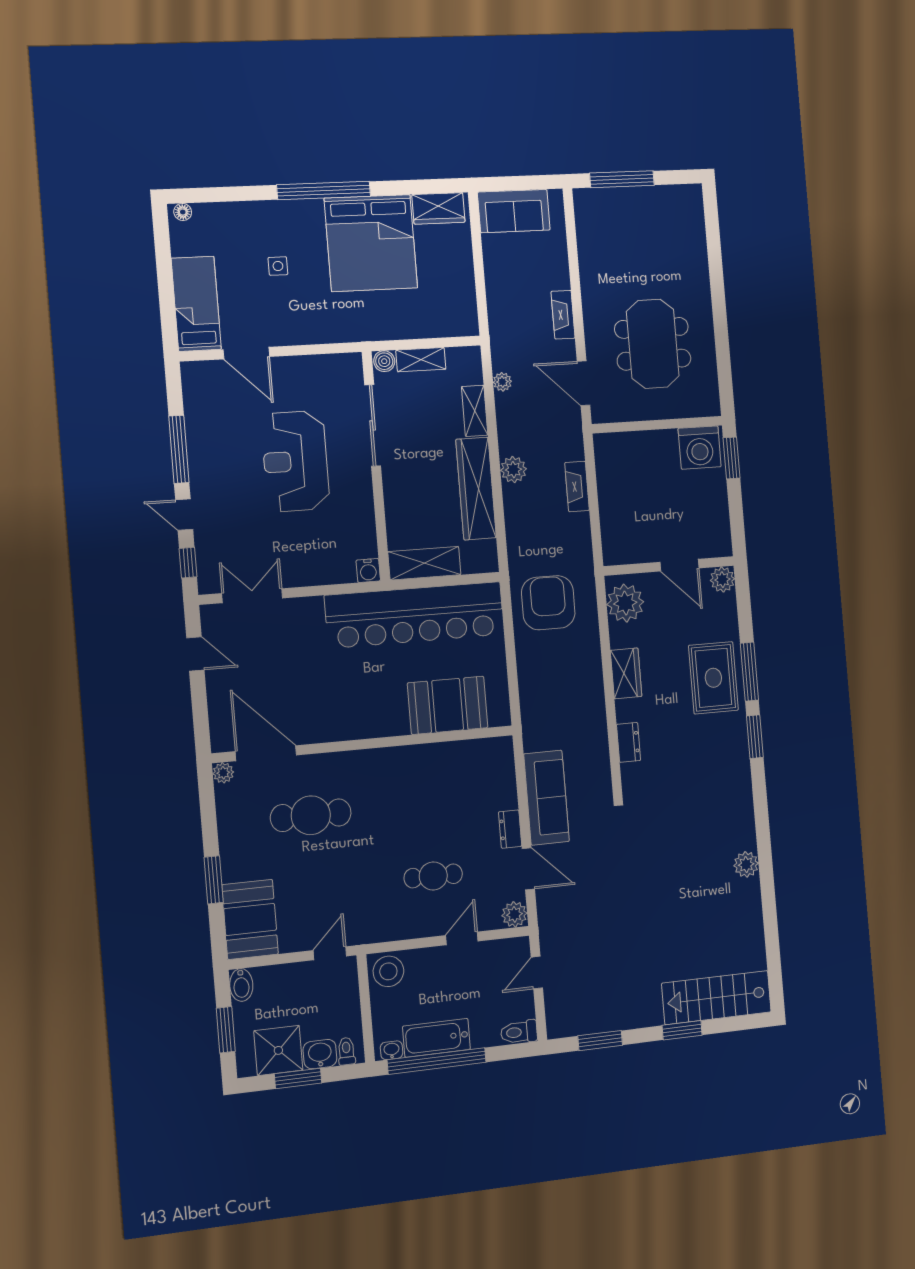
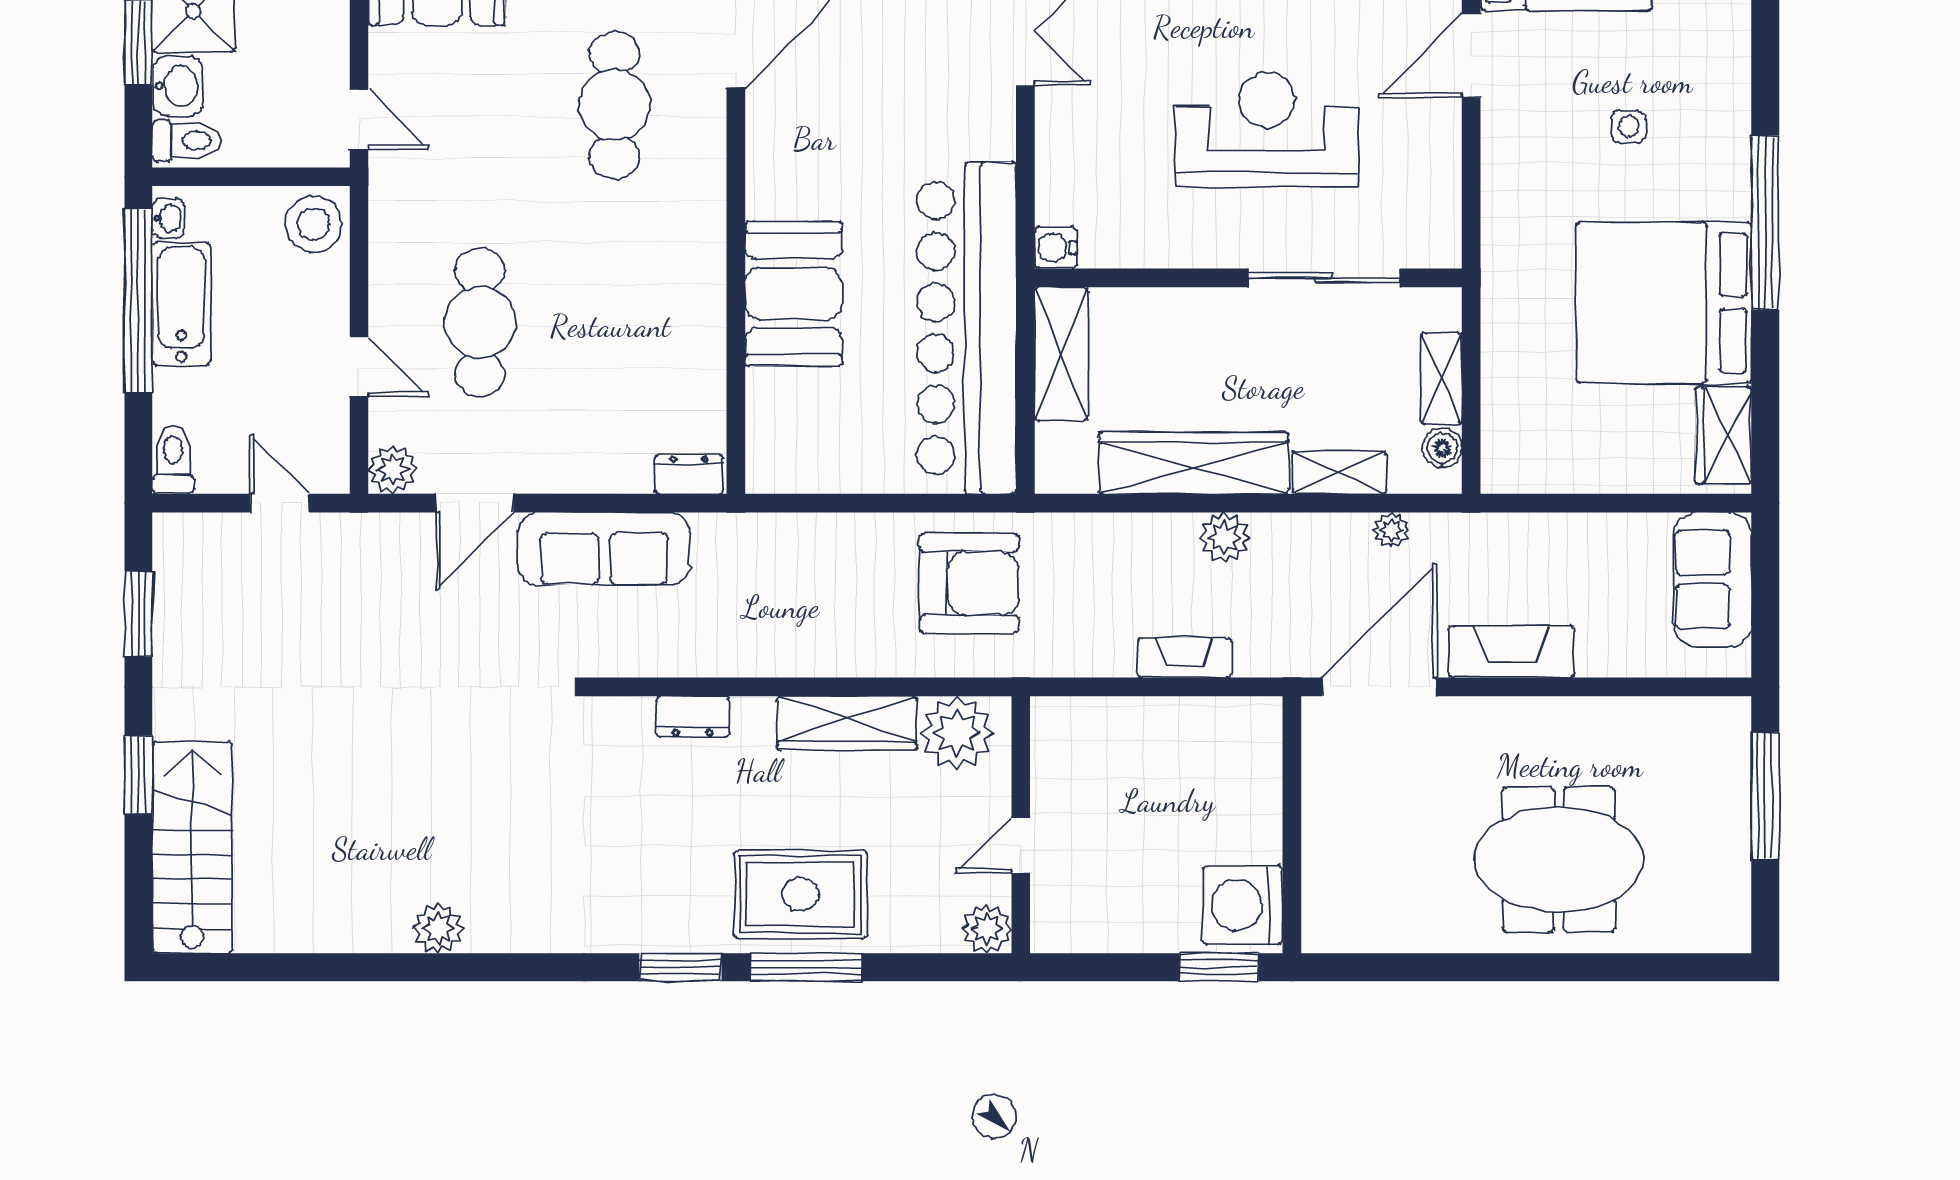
fireplace: (563, 315) -> (1512, 652), width x1.37, depth x1.32
meeting table: (653, 344) -> (1559, 860), moved
boiler: (384, 361) -> (1442, 448), moved
door: (584, 383) -> (1379, 687), width x1.36
door: (679, 565) -> (1021, 846), width x0.73
wardrobe: (626, 673) -> (847, 723), width x1.50
booth: (448, 705) -> (793, 294), moved
dresser: (510, 829) -> (689, 474), moved
cafe table: (433, 876) -> (480, 322), width x1.37, depth x1.35
toilet: (346, 1051) -> (186, 141), width x1.37, depth x1.39

